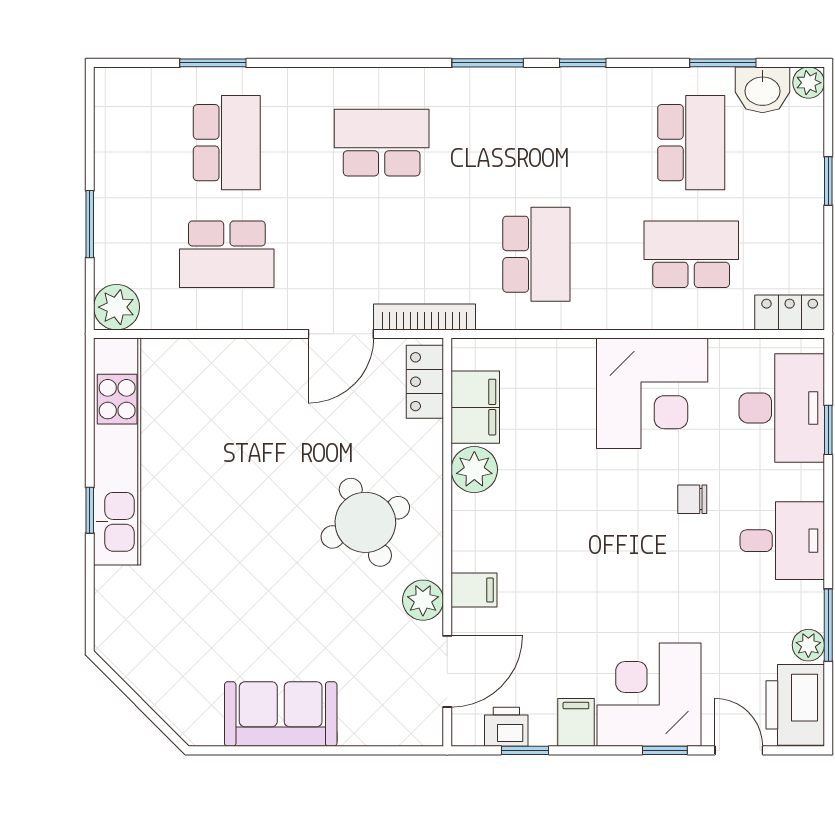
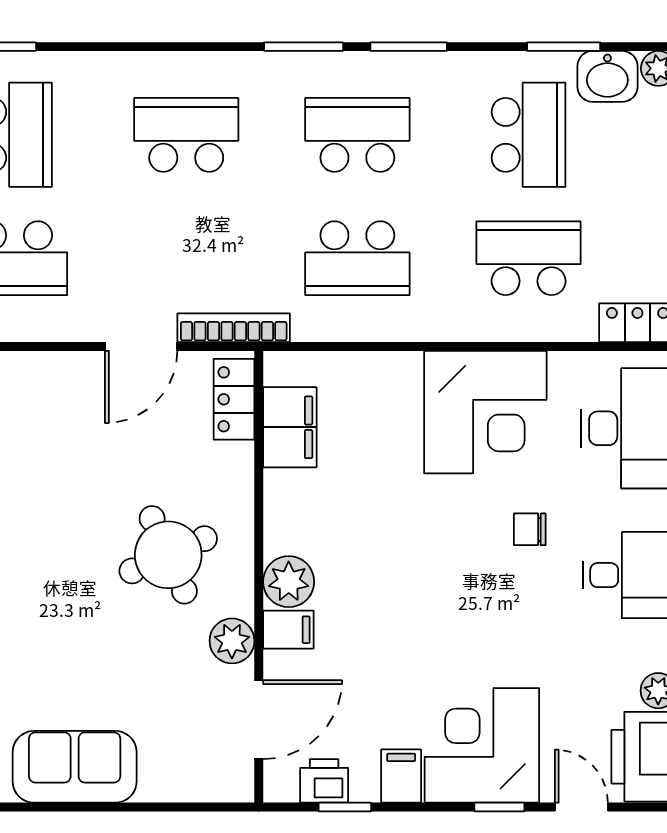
window: (583, 63) -> (409, 47), width x1.50
school desk: (536, 143) -> (357, 135), added
school desk: (536, 254) -> (357, 258), turned 90
plant: (474, 470) -> (289, 582), moved

